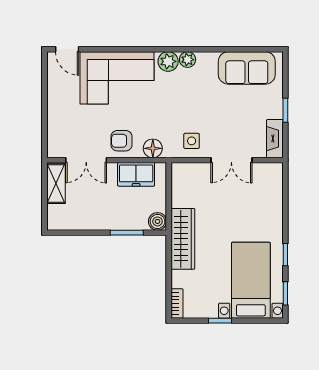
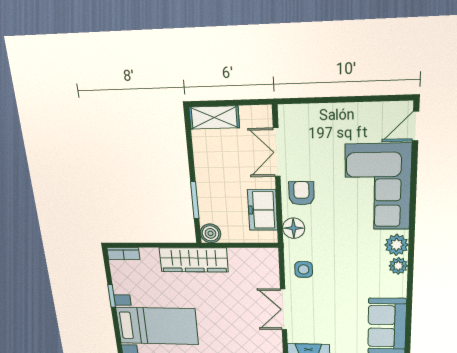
shelving: (56, 183) -> (214, 117), moved

